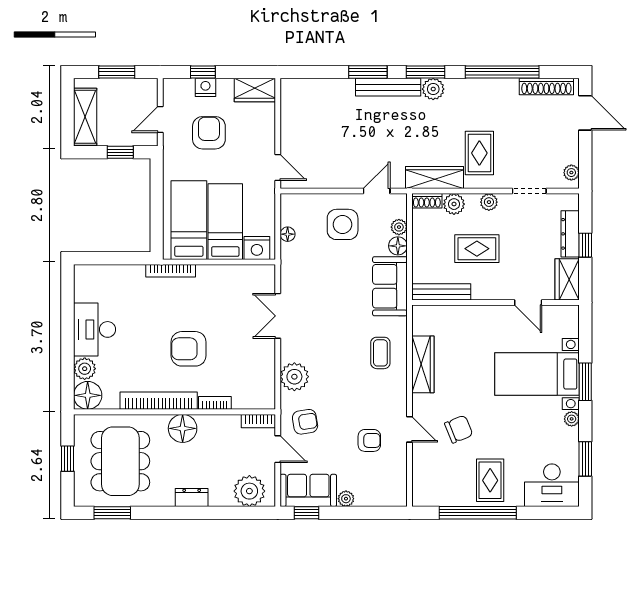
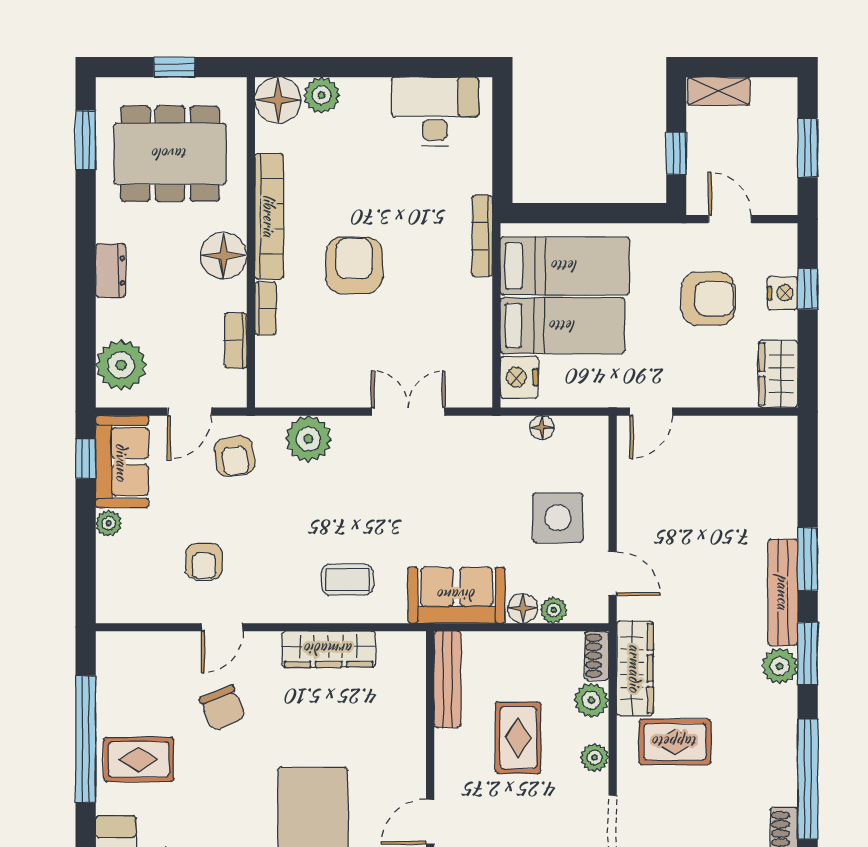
shelving: (85, 117) -> (719, 91), width x0.67, depth x0.75
desk: (95, 329) -> (435, 111), moved
bookcase: (258, 421) -> (236, 341), moved

